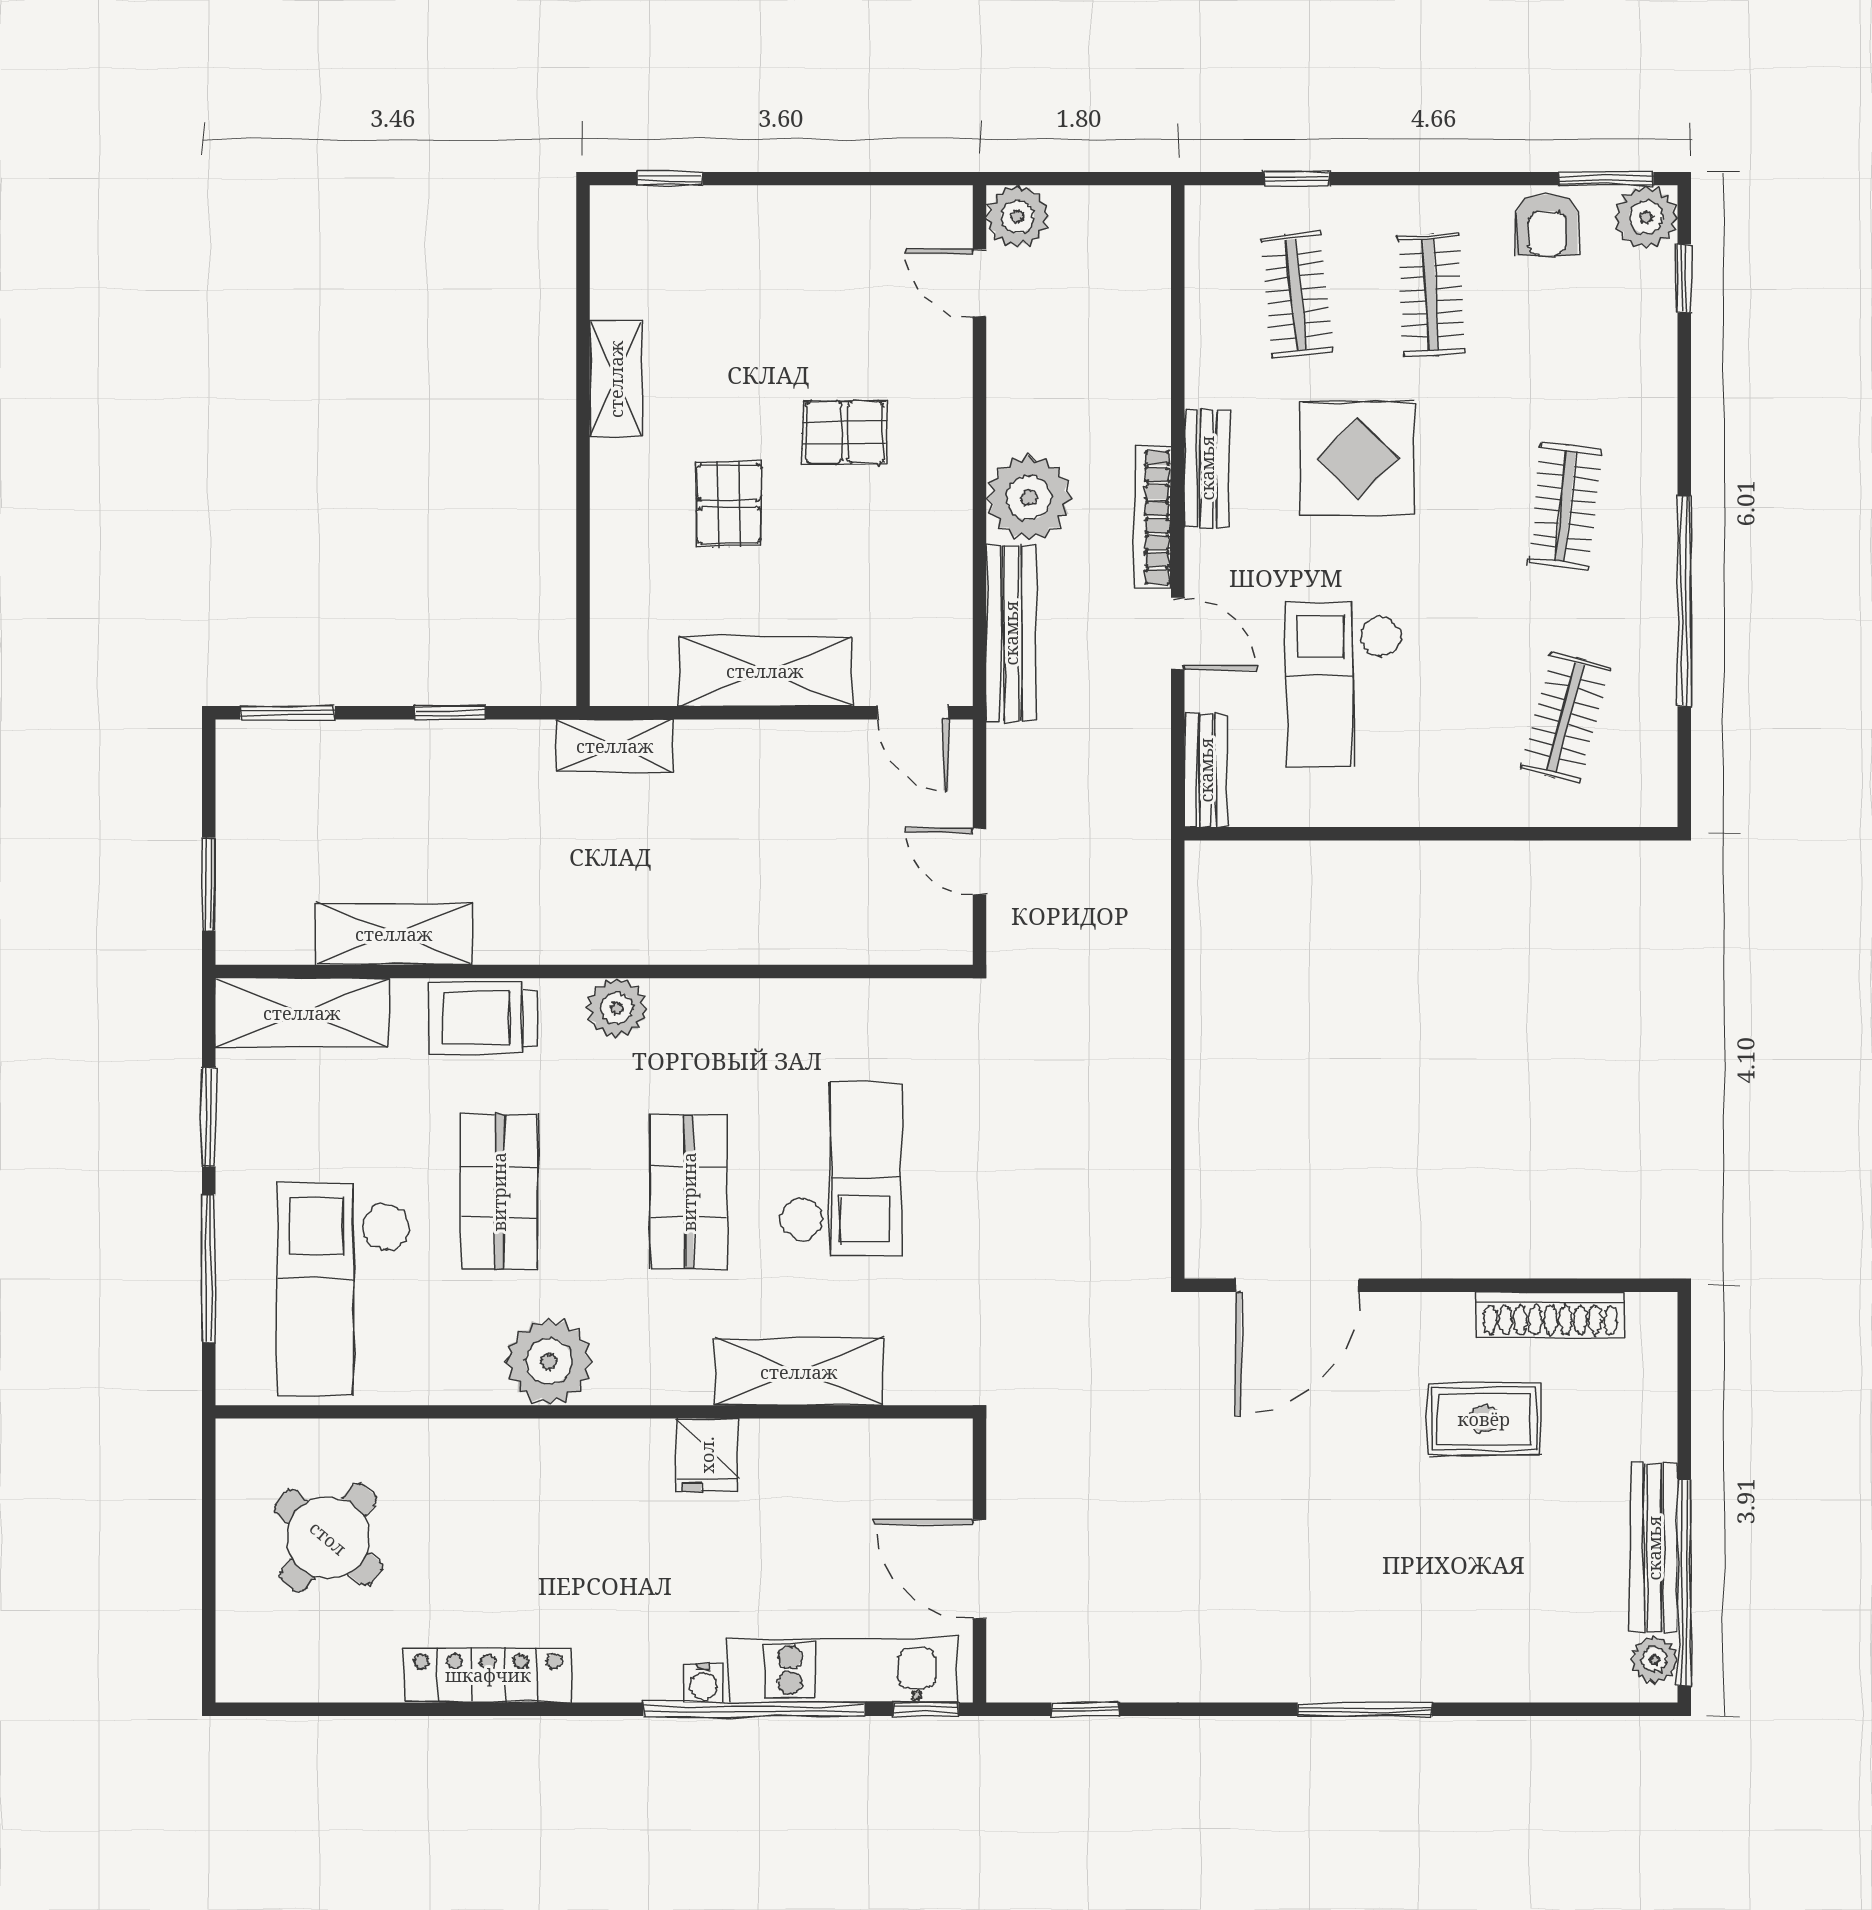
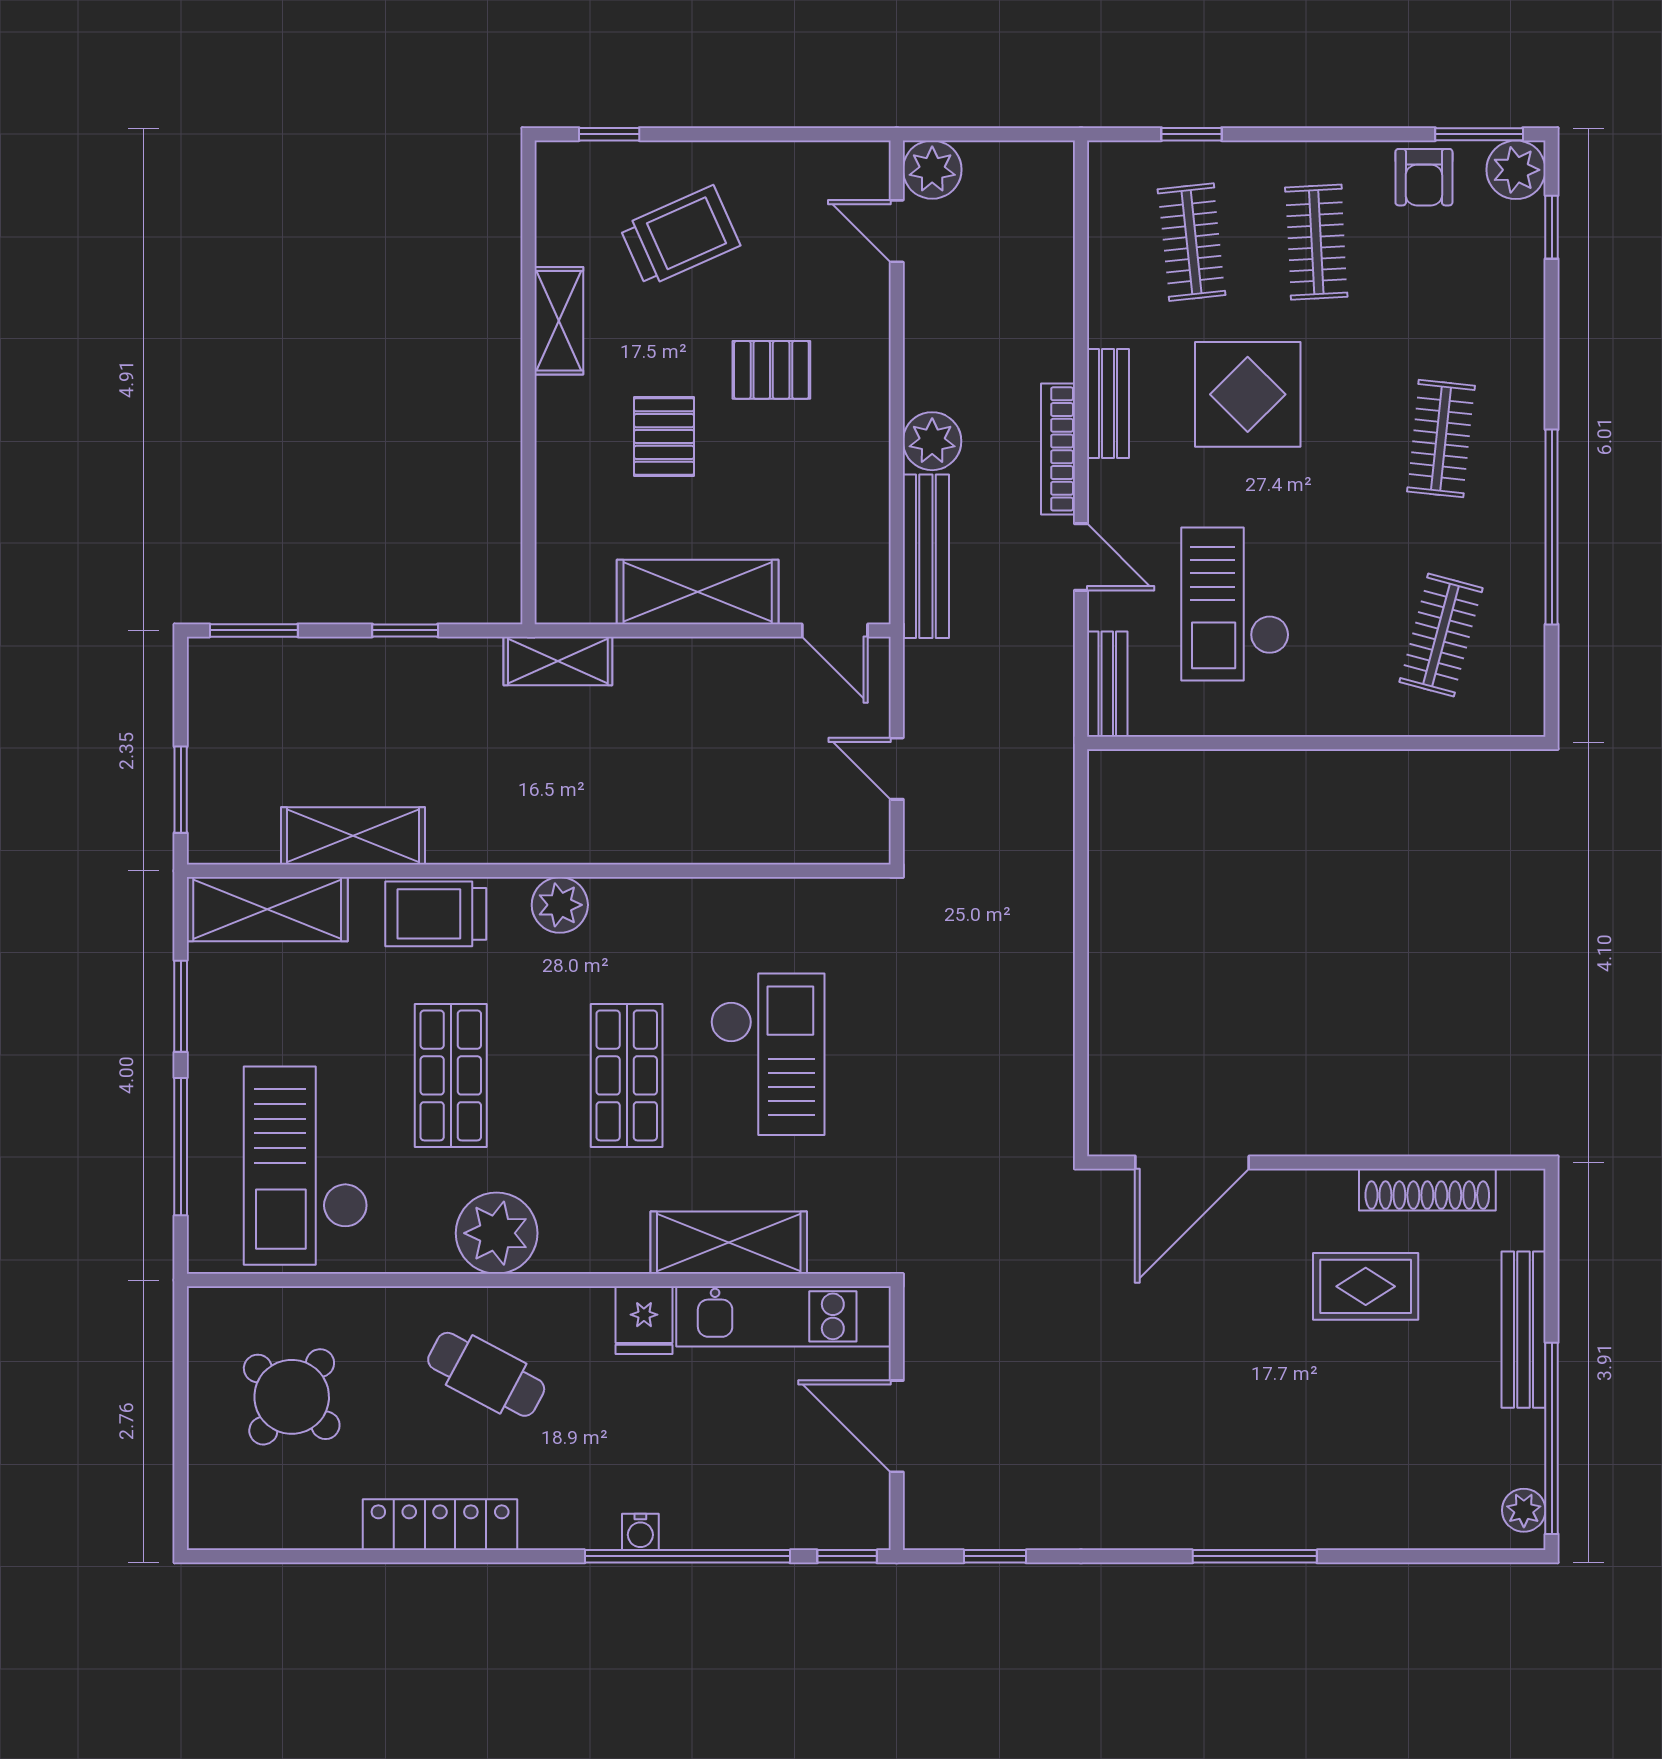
trolley: (746, 288) -> (680, 236), added
plant: (1029, 498) -> (932, 441), width x0.73, depth x0.73
cafe table: (537, 1513) -> (486, 1374), added
bench: (1654, 1548) -> (1523, 1330), moved
kitchen unit: (843, 1670) -> (784, 1316), moved, turned 180

